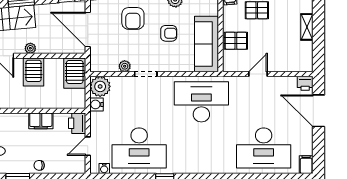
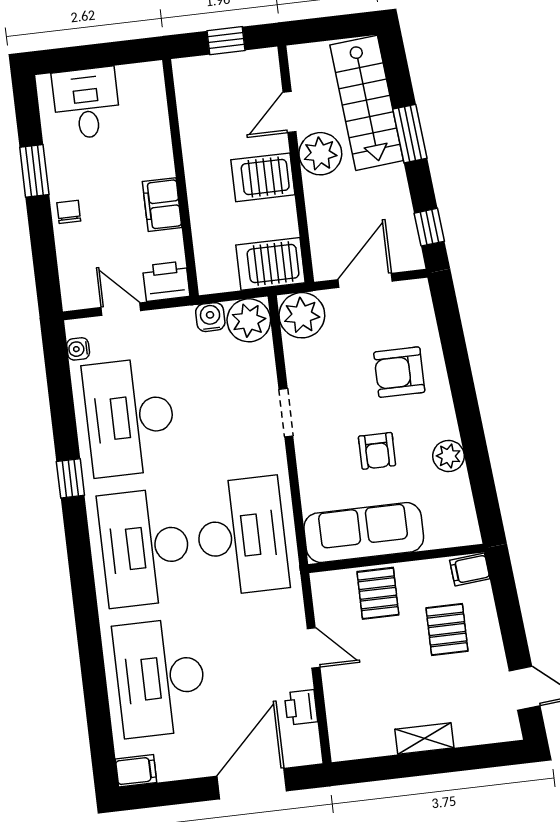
door: (88, 29) -> (365, 280), width x0.73
plant: (30, 48) -> (320, 154), width x1.88, depth x1.88
plant: (125, 66) -> (302, 315), moved, width x1.88, depth x1.88
printer: (305, 83) -> (301, 707), moved
desk: (201, 148) -> (145, 547), added

